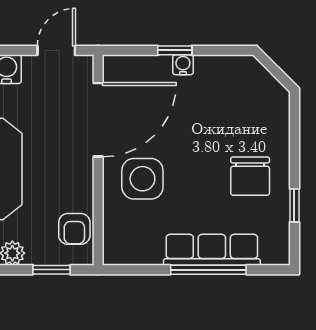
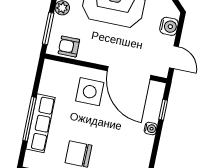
window: (175, 50) -> (163, 110), moved
window: (51, 270) -> (48, 28), width x1.50

